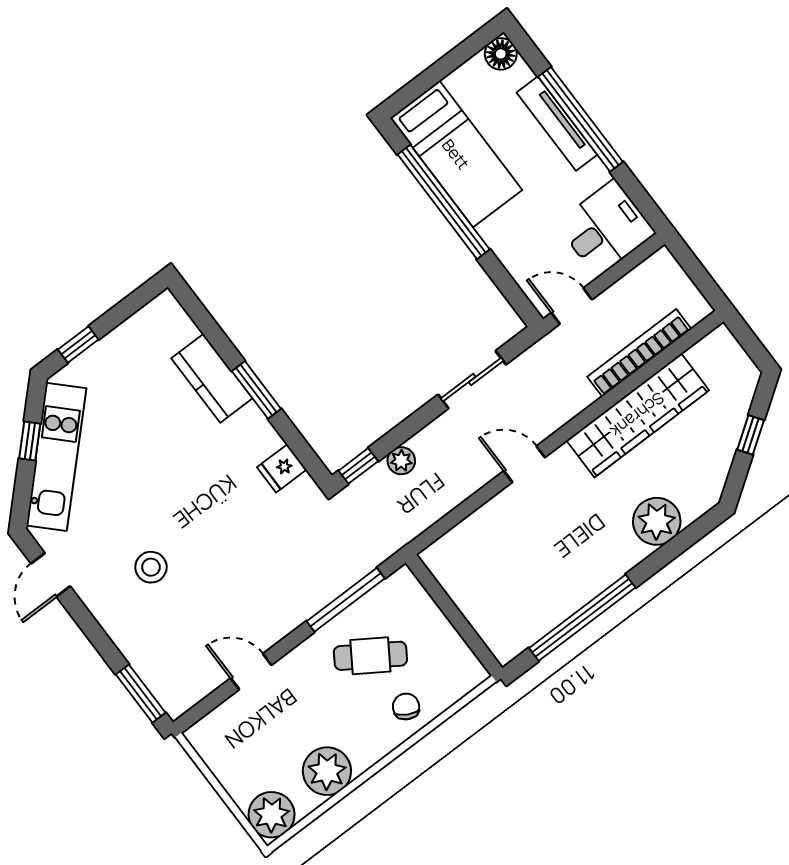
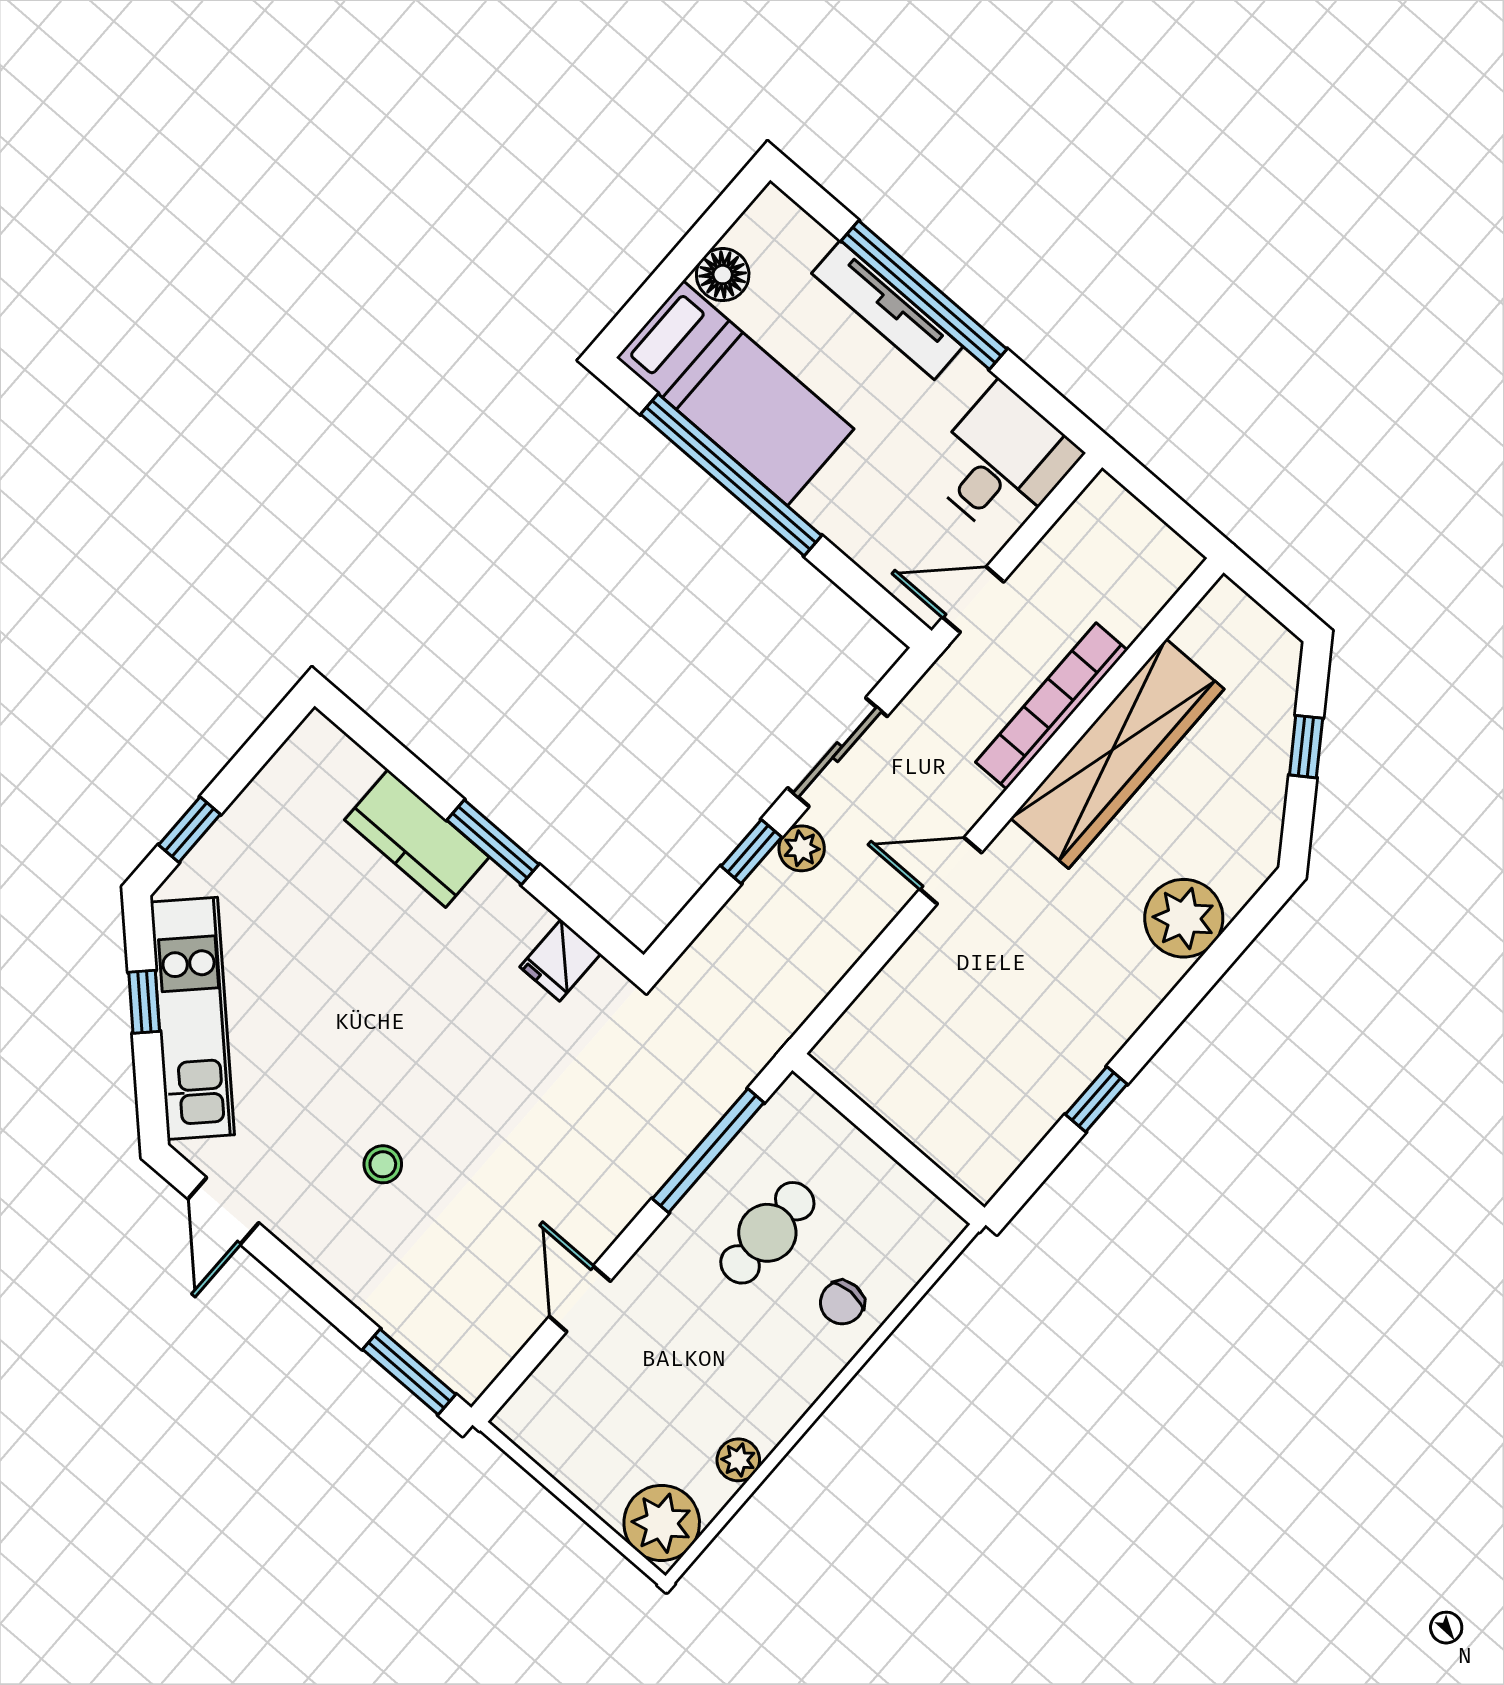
floor lamp: (501, 54) -> (723, 275), moved
bookcase: (639, 353) -> (1051, 706), moved
plant: (401, 461) -> (802, 848), moved
window: (358, 466) -> (751, 852), moved
stool: (151, 567) -> (383, 1164), width x0.73, depth x0.73
window: (582, 618) -> (1096, 1099), width x0.32
cafe table: (370, 656) -> (767, 1233), turned -33
door: (251, 672) -> (580, 1299), hinge flipped
chair: (406, 707) -> (842, 1303), turned -119
plant: (327, 771) -> (738, 1460), width x0.53, depth x0.53

